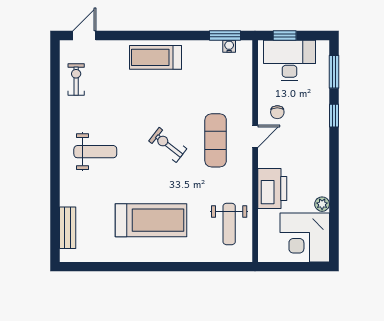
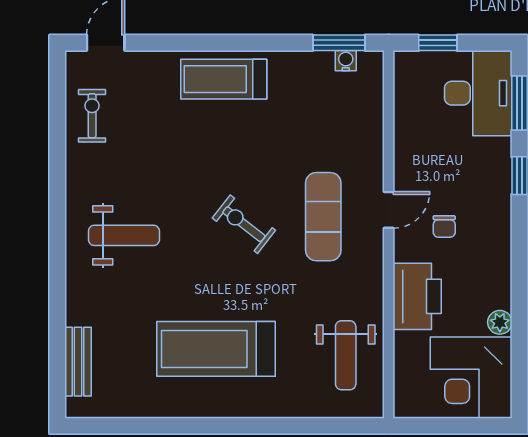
desk: (290, 60) -> (478, 93), moved, turned 90
chair: (277, 112) -> (444, 226), moved
treadmill: (151, 220) -> (216, 349), turned 180

